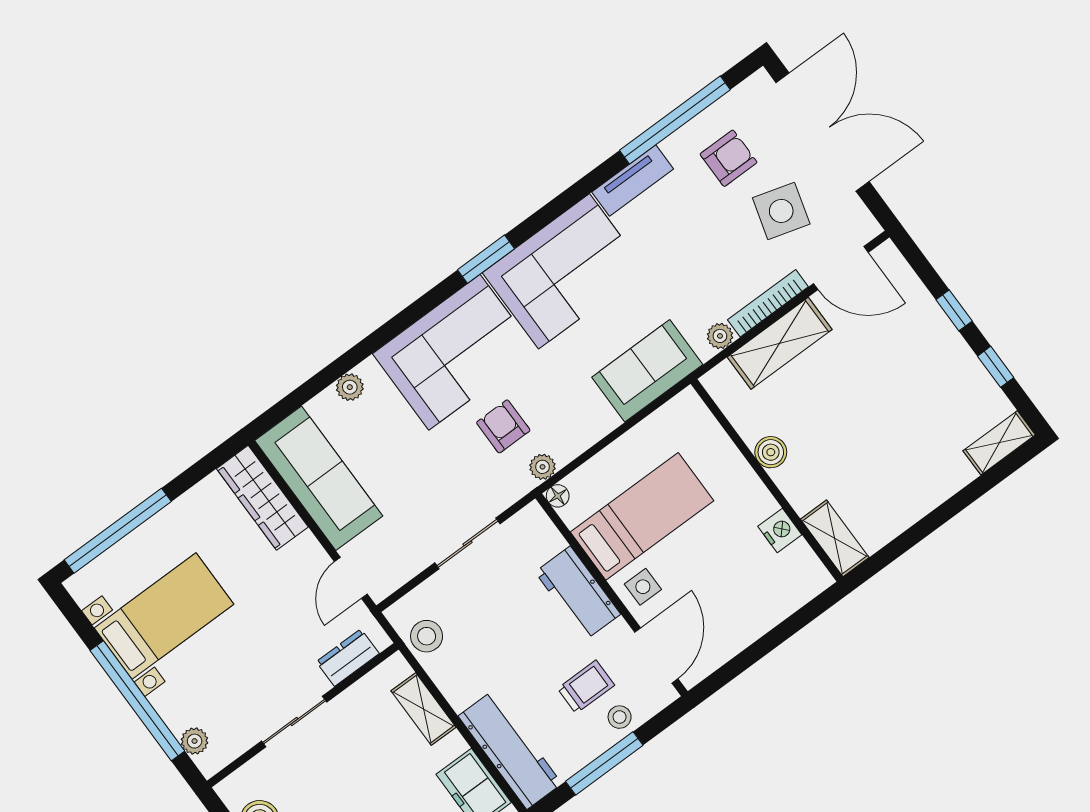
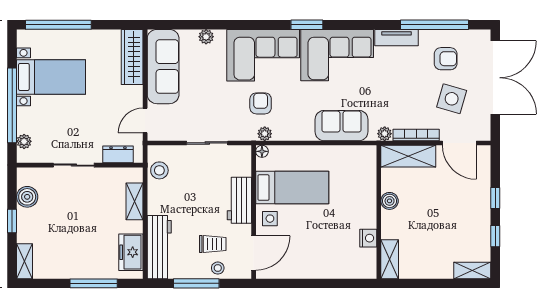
boiler: (771, 452) -> (390, 201), moved
wall: (767, 480) -> (379, 212), moved
nightstand: (780, 530) -> (368, 238), moved
shelving: (835, 538) -> (390, 259), moved

